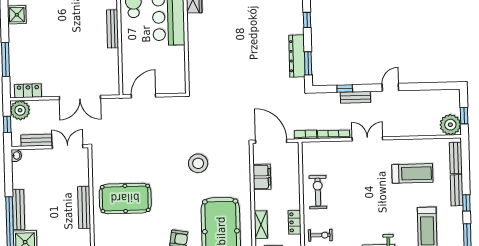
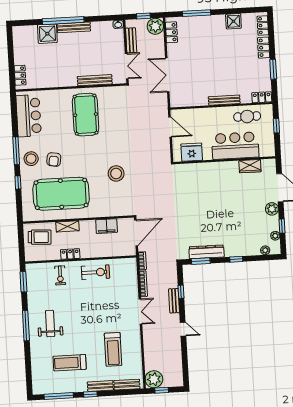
fridge: (175, 70) -> (192, 152), added
bench: (84, 207) -> (95, 80), moved

